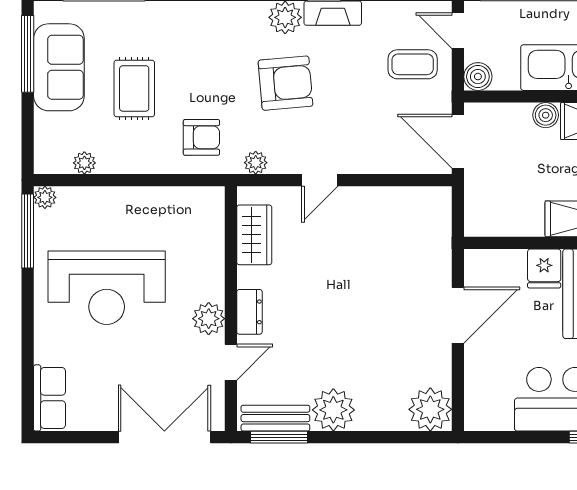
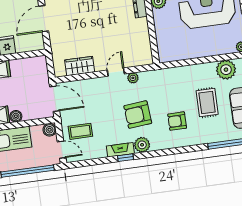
armchair: (201, 137) -> (177, 121), moved
plant: (84, 163) -> (226, 70), width x1.87, depth x1.87
plant: (256, 163) -> (133, 78), moved
wardrobe: (254, 235) -> (80, 66), moved, turned 90

